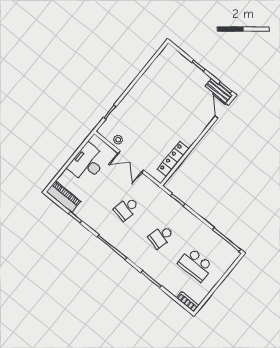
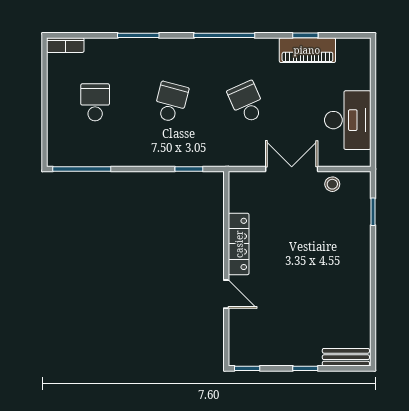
bench: (219, 91) -> (346, 357), moved
door: (222, 111) -> (226, 294), moved
locker: (173, 159) -> (239, 244), moved
piano: (64, 197) -> (307, 50), moved
school desk: (127, 209) -> (247, 102), turned -36
school desk: (196, 265) -> (95, 102), width x0.54

